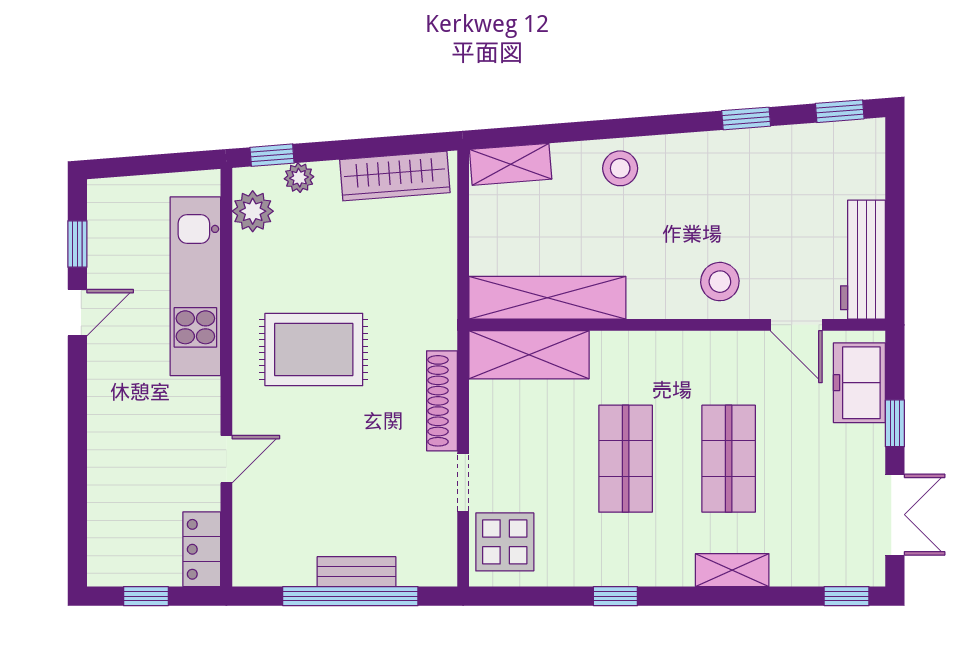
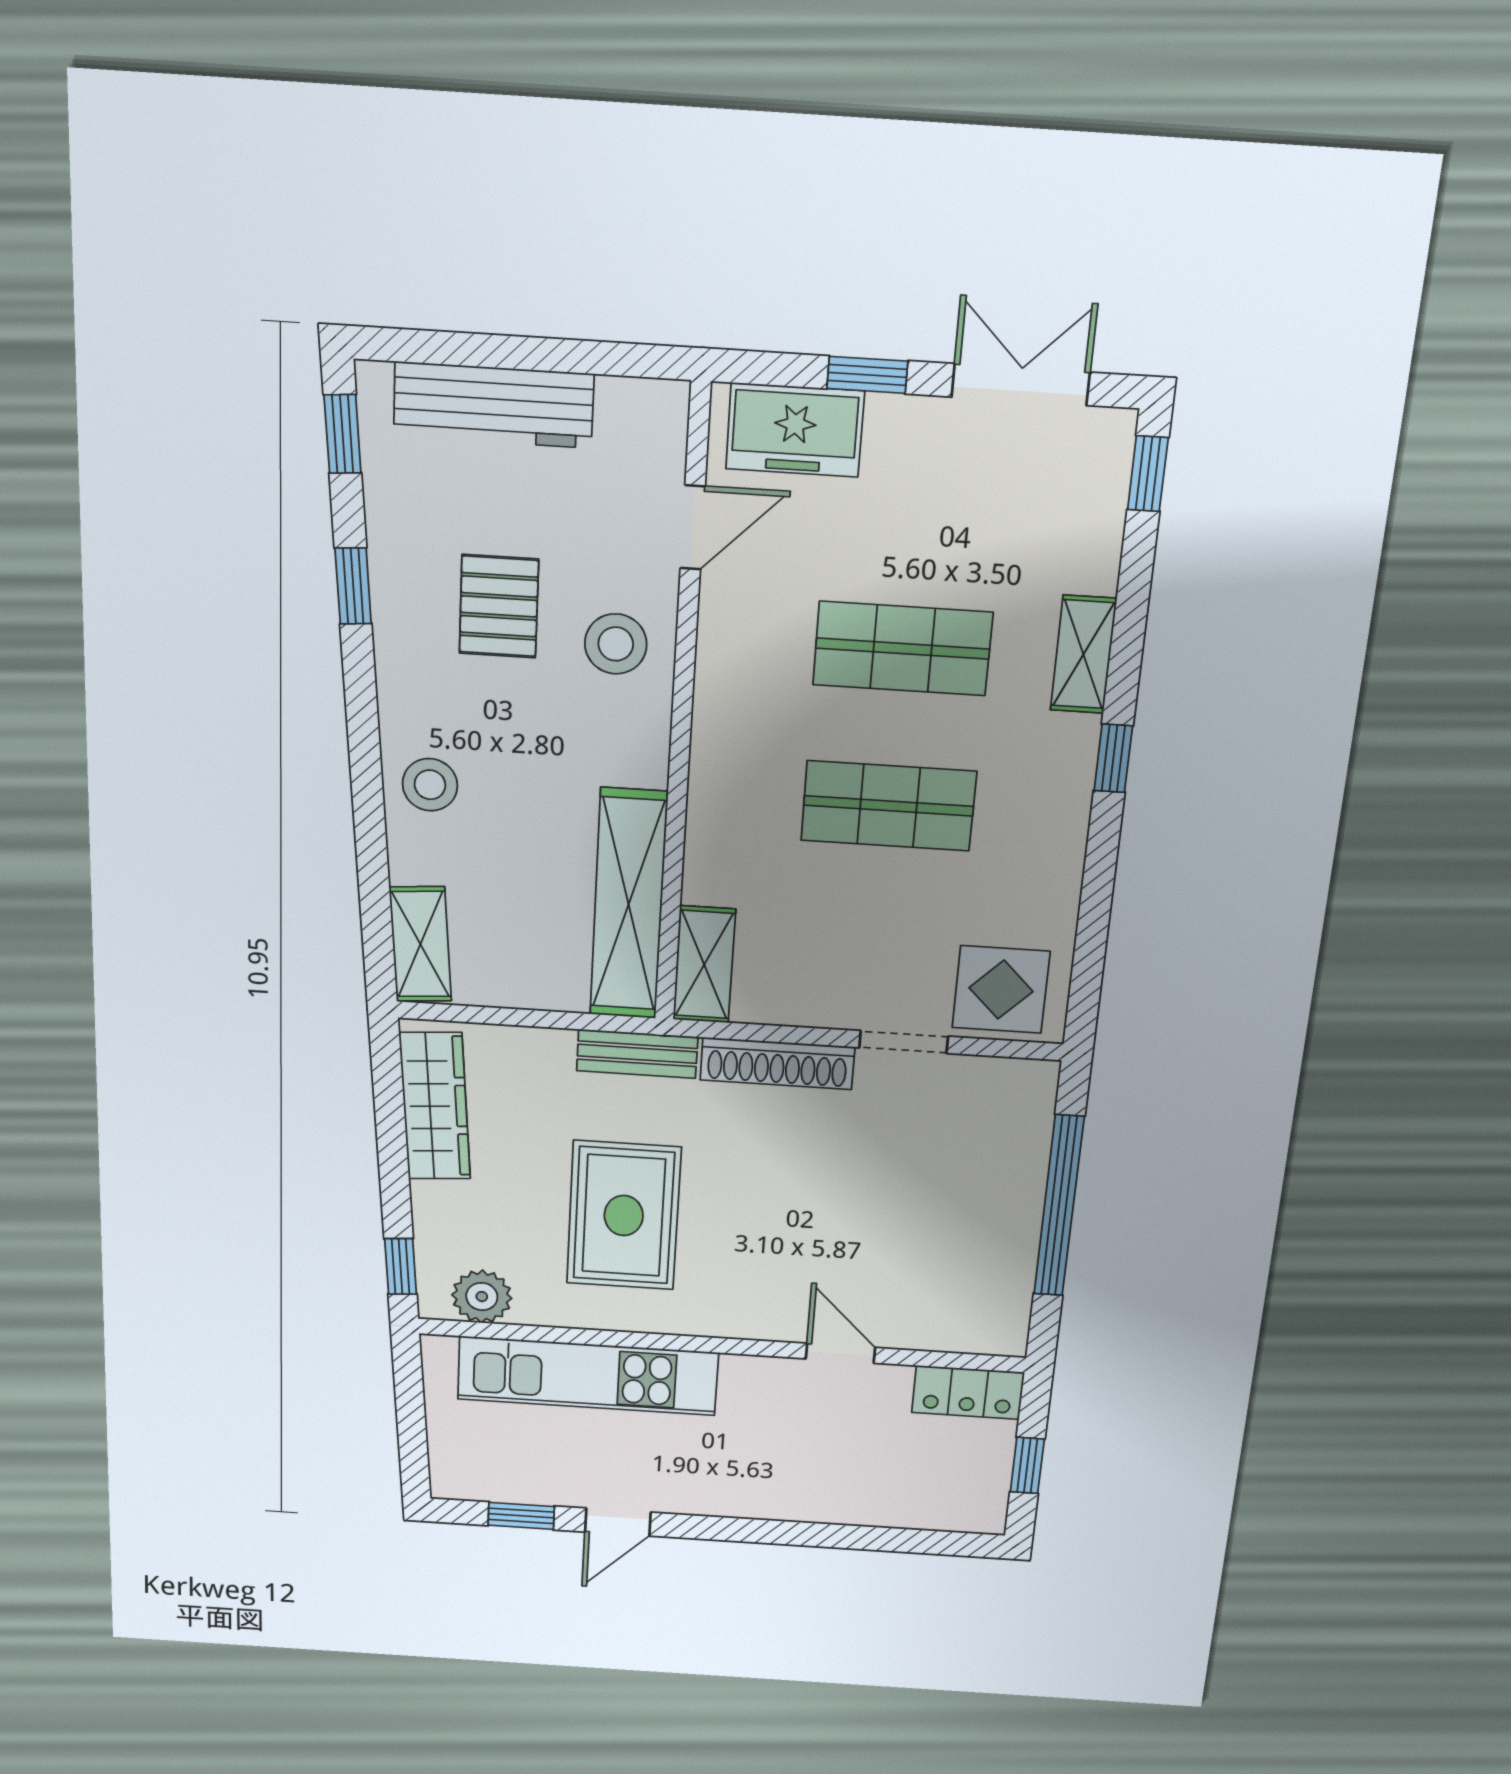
plant: (299, 178) -> (434, 1234), removed
pallet: (739, 208) -> (499, 606), added
workbench: (863, 260) -> (493, 405), moved
door: (77, 313) -> (618, 1522), swing flipped
rug: (314, 349) -> (624, 1216), moved
shelving: (529, 355) -> (704, 965), width x0.67, depth x0.75
bench: (356, 572) -> (637, 1054), moved, turned 90
window: (615, 596) -> (1113, 758), moved

